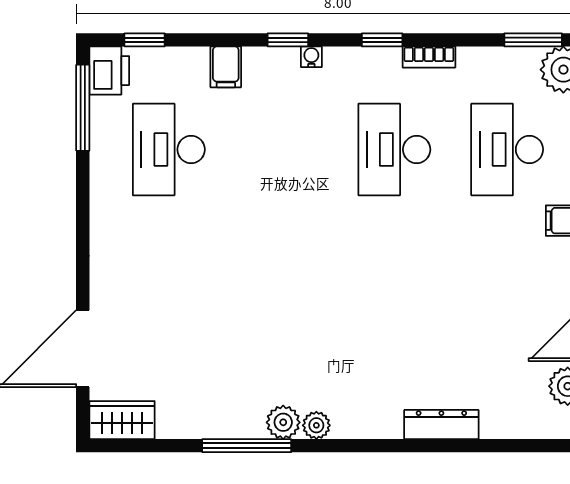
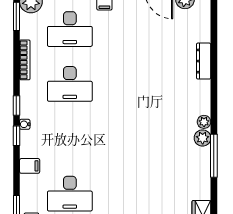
window: (382, 40) -> (16, 105), moved
bookcase: (429, 57) -> (25, 60), width x1.56

